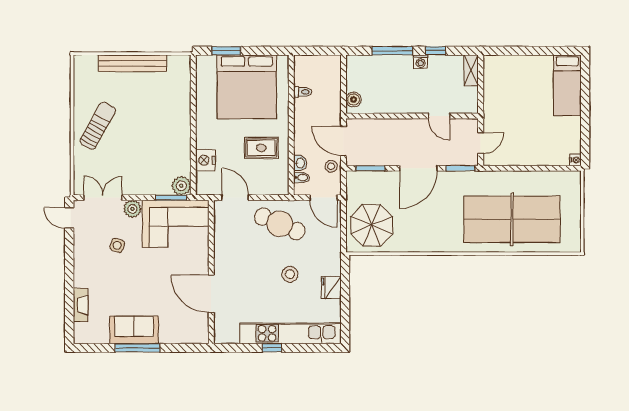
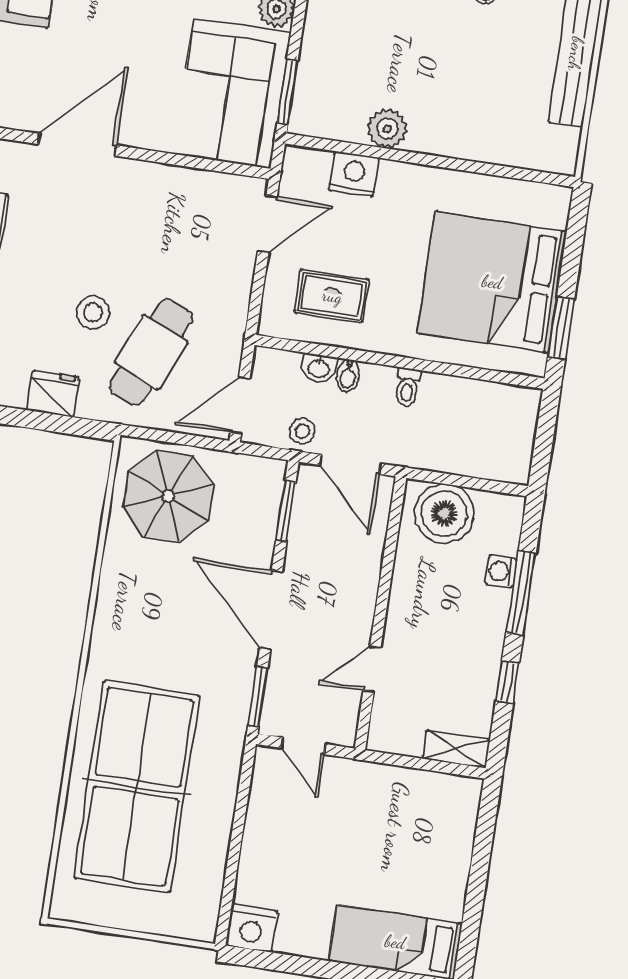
window: (226, 51) -> (561, 328), moved
washing machine: (421, 62) -> (501, 571), moved
toilet: (303, 92) -> (407, 387), moved
boiler: (354, 99) -> (444, 514), width x1.86, depth x1.86
door: (343, 141) -> (350, 464), swing flipped
rug: (261, 148) -> (332, 296), moved, turned 90
nightstand: (575, 160) -> (252, 928), width x1.89, depth x1.79
bidet: (302, 178) -> (348, 376), moved
plant: (181, 186) -> (387, 129), moved
cafe table: (280, 224) -> (151, 352), moved

